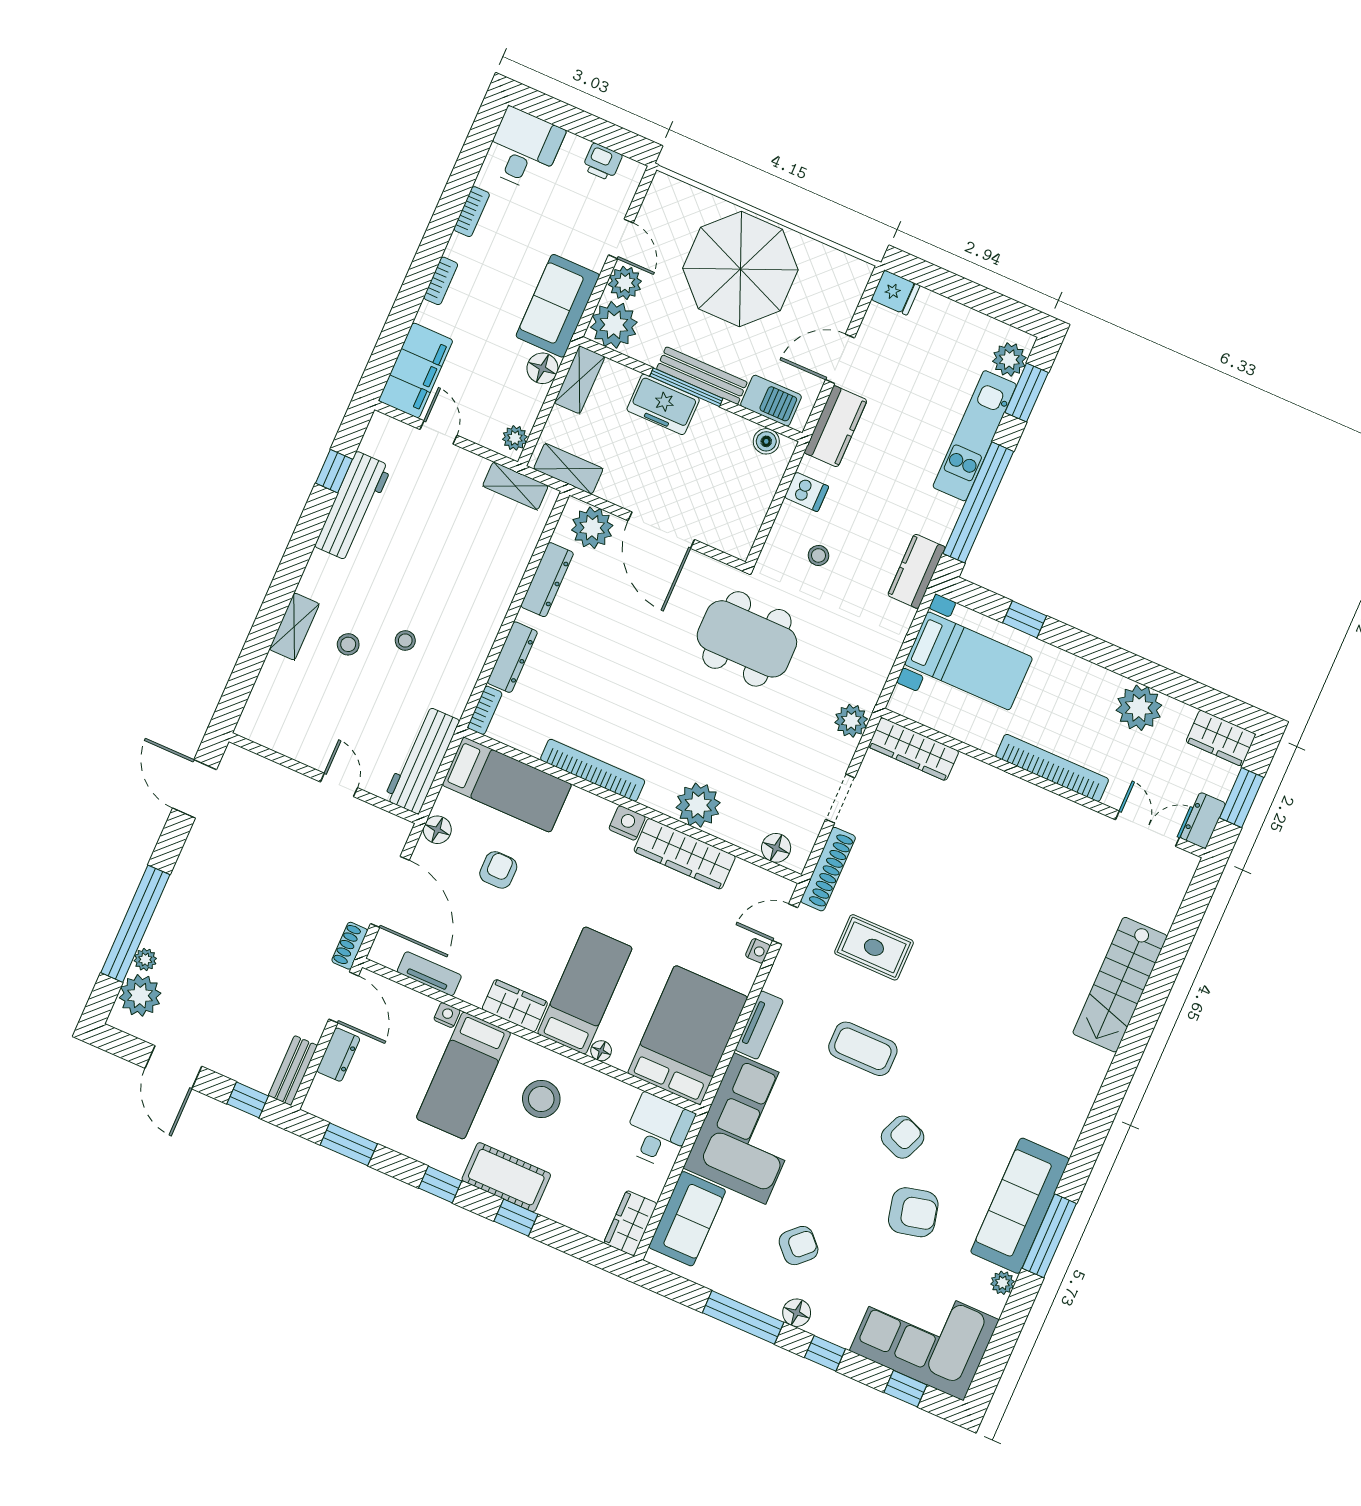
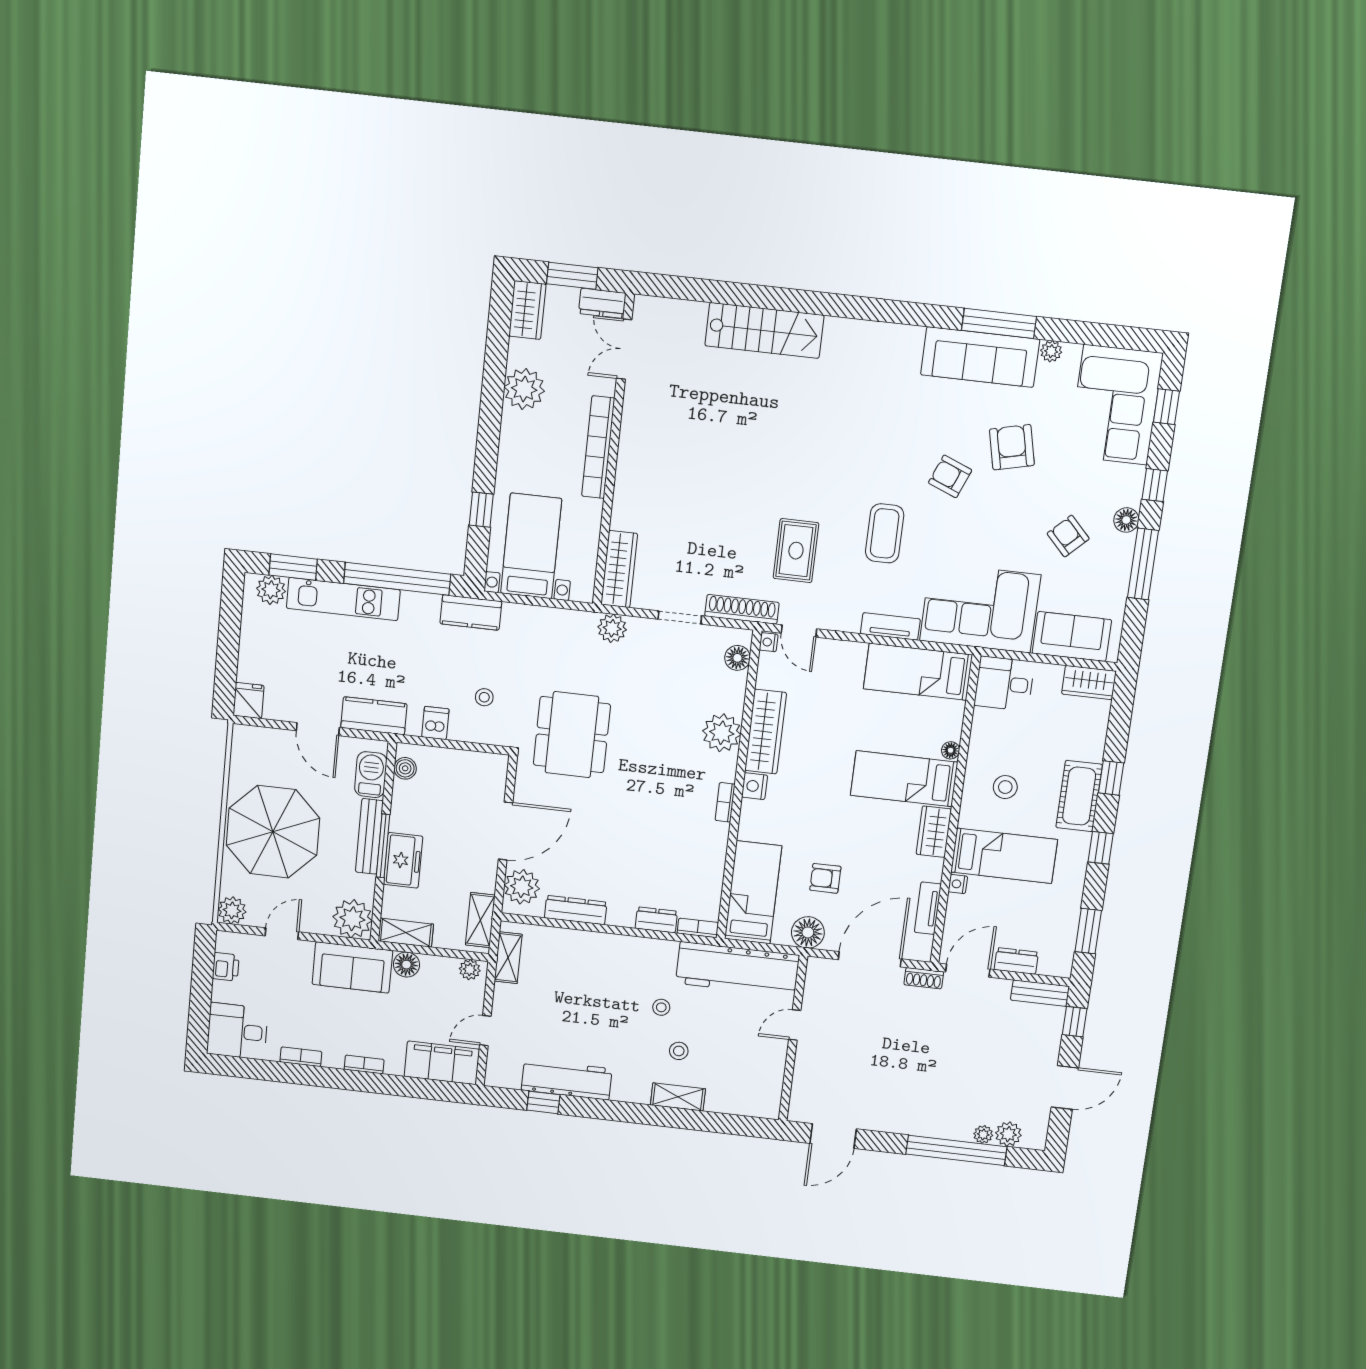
plant: (625, 283) -> (232, 910), moved
dresser: (512, 657) -> (656, 920), width x0.70
workbench: (422, 760) -> (737, 969), width x1.36, depth x1.32
bookcase: (593, 770) -> (725, 802), width x0.43, depth x0.76
floor lamp: (437, 830) -> (808, 932), width x1.38, depth x1.38
nightstand: (758, 951) -> (769, 642), moved, turned -90
plant: (140, 995) -> (1008, 1134), width x0.73, depth x0.73
bed: (688, 1035) -> (918, 672), width x0.67
stool: (541, 1099) -> (1005, 787), width x0.73, depth x0.73

